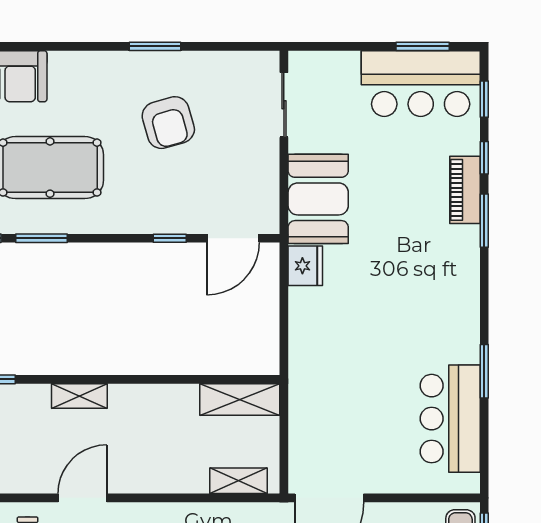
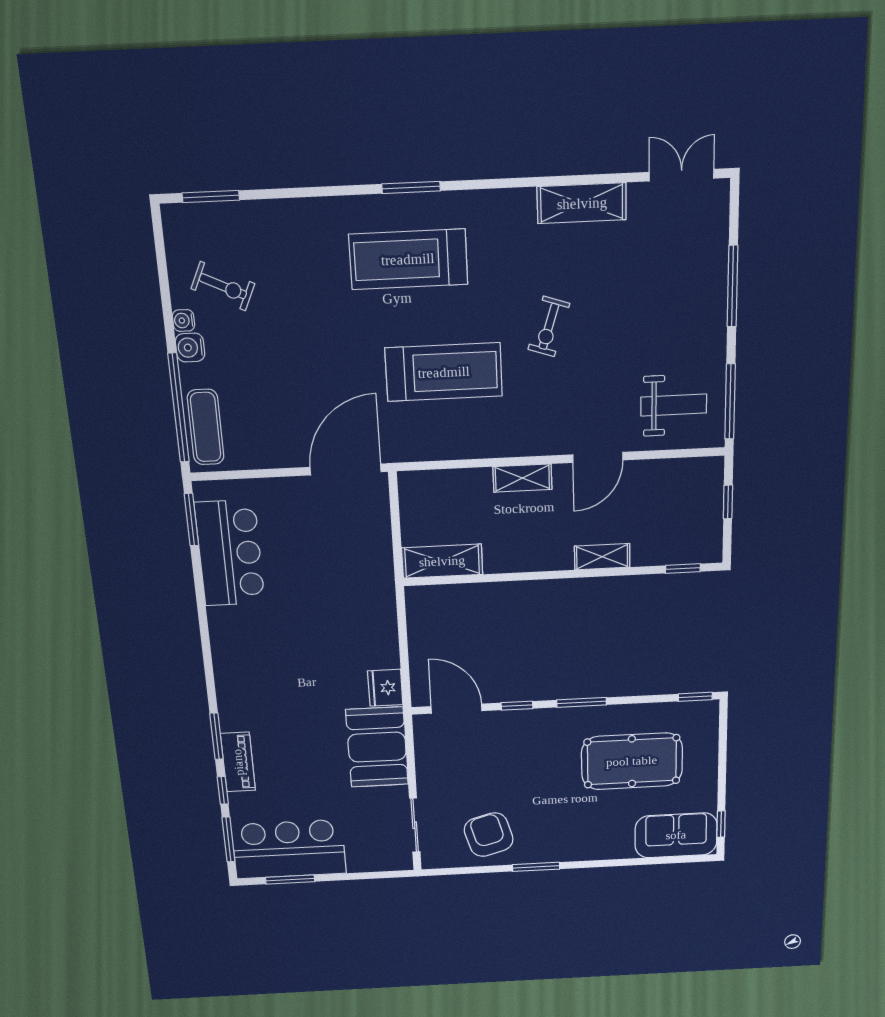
window: (484, 99) -> (228, 839), width x1.50
armchair: (168, 123) -> (489, 835), moved
window: (41, 238) -> (582, 702), moved
door: (233, 238) -> (456, 709), hinge flipped
window: (484, 371) -> (191, 520), moved
shelving: (239, 481) -> (522, 478), moved

